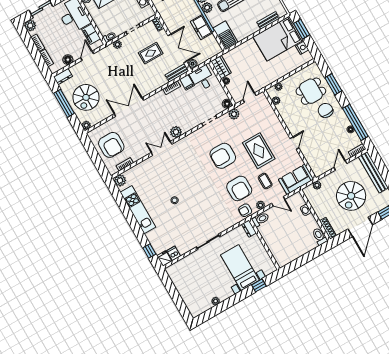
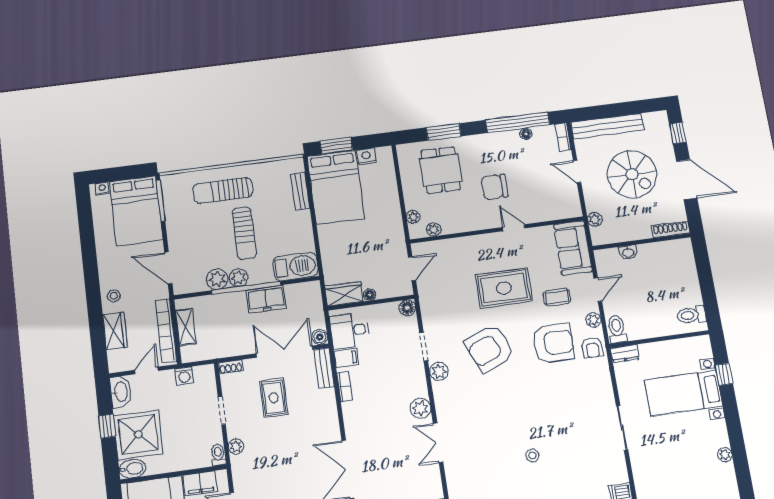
door: (249, 98) -> (412, 269), swing flipped
chair: (325, 110) -> (494, 187), moved
plant: (234, 114) -> (439, 371), moved
armchair: (223, 156) -> (490, 348), turned 67
toilet: (319, 236) -> (691, 315), moved

